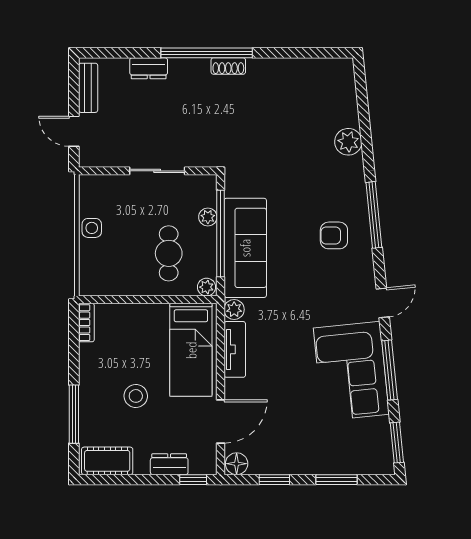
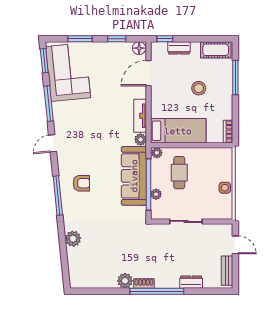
plant: (260, 71) -> (125, 281), added
bed: (191, 350) -> (178, 131), moved, turned 90
corner sofa: (351, 371) -> (68, 72), moved

